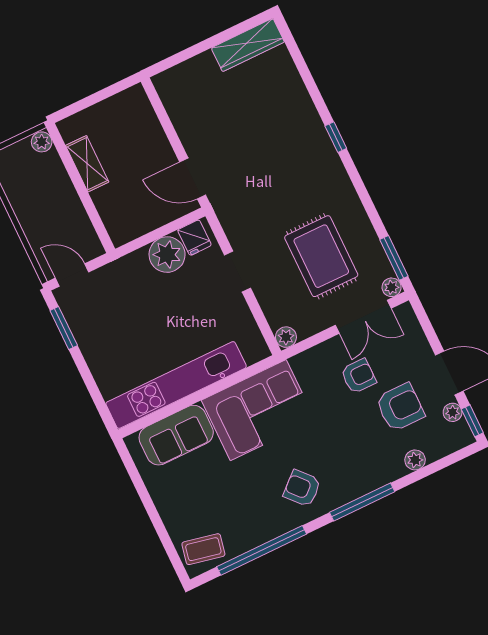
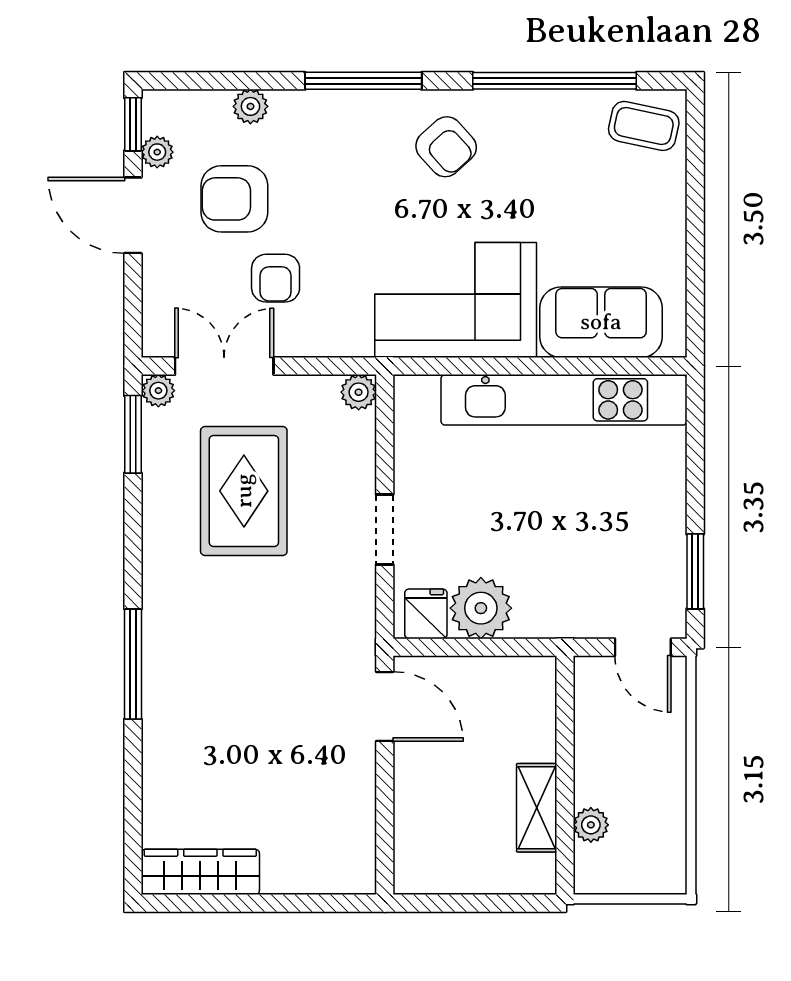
window: (336, 137) -> (133, 664), width x2.17
plant: (42, 142) -> (591, 825), moved
armchair: (358, 376) -> (276, 278), turned -90

